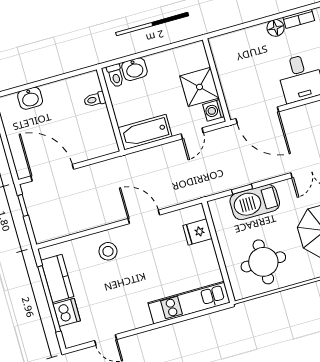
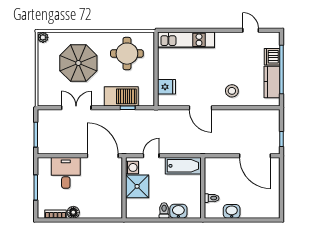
toilet: (115, 76) -> (164, 210), moved
washbasin: (30, 98) -> (232, 211), moved

